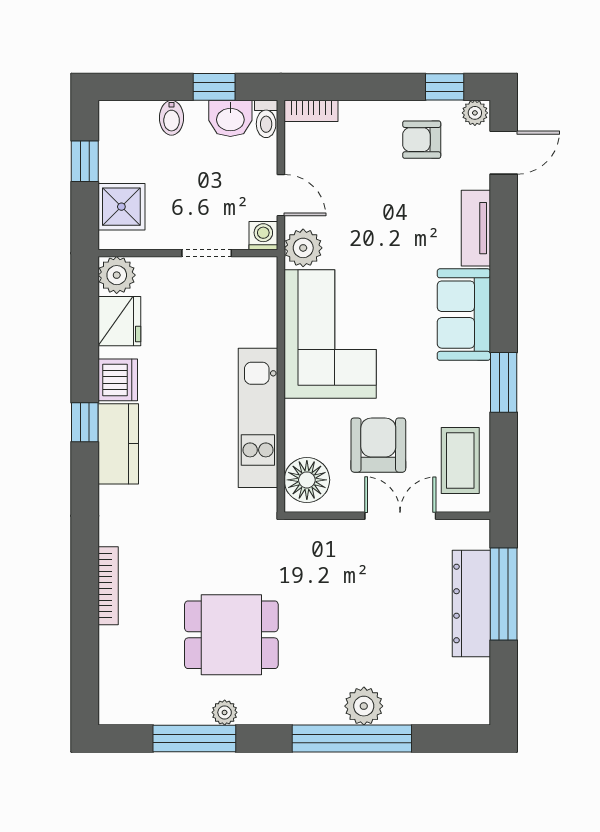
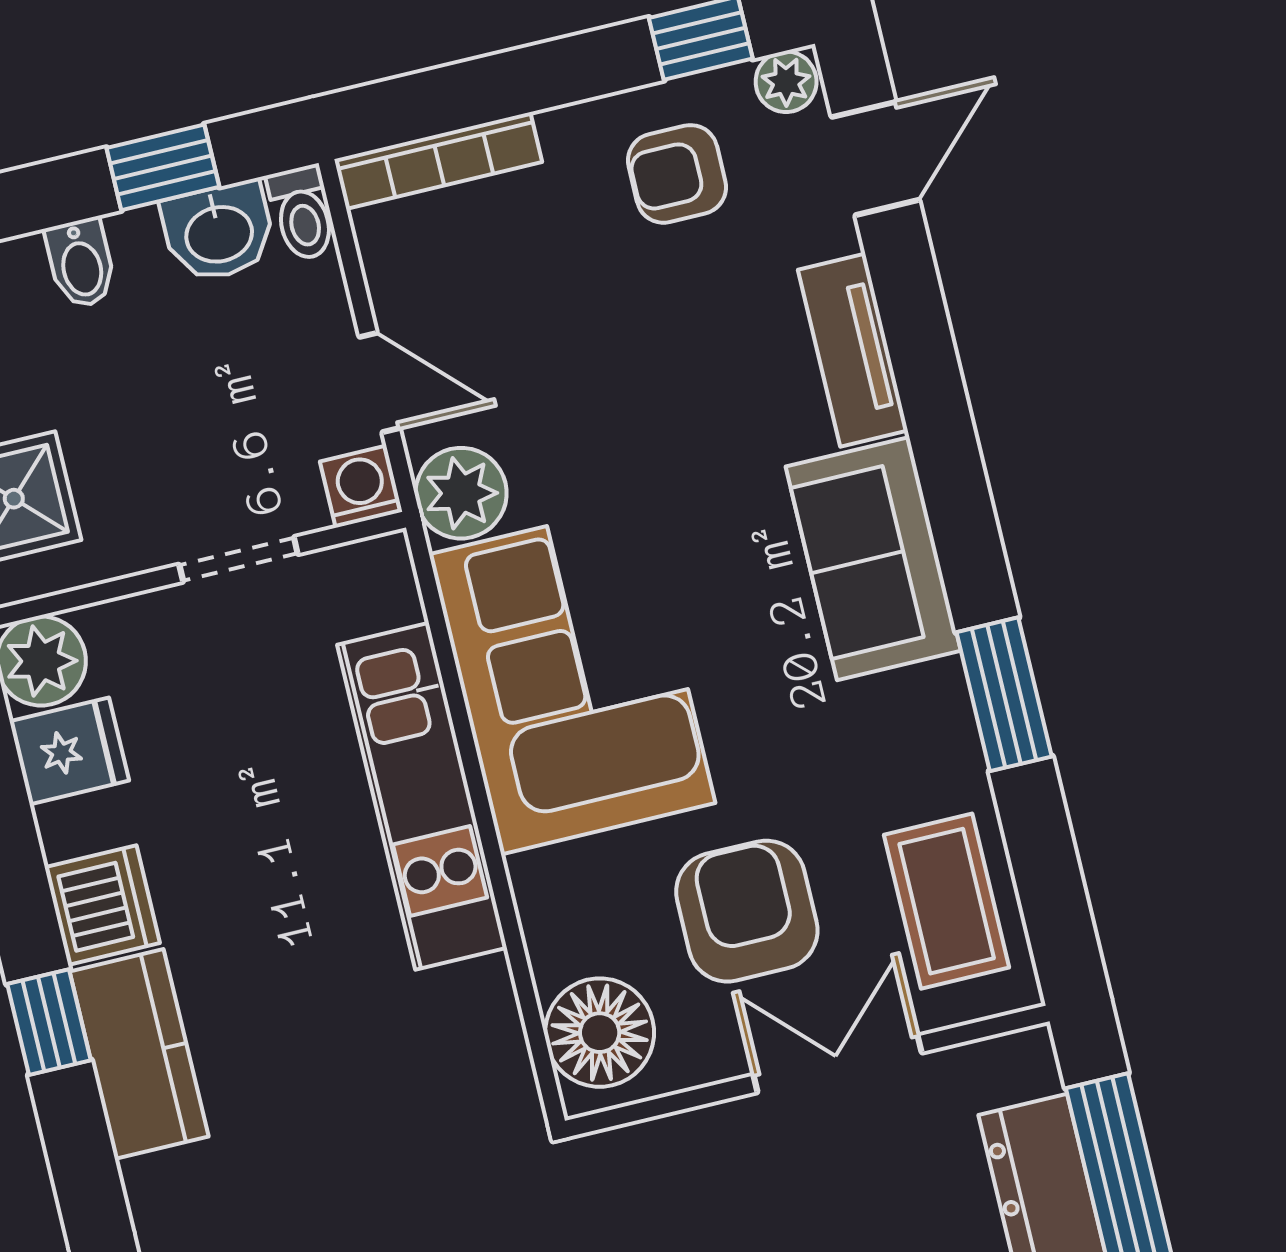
bookcase: (311, 111) -> (438, 161), width x1.56
fridge: (119, 321) -> (69, 751), width x0.72
kitchen unit: (258, 418) -> (422, 796), moved

